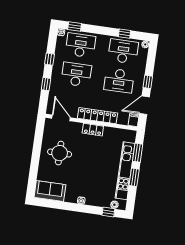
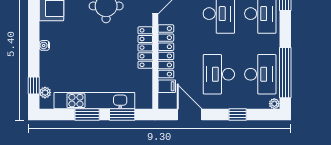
window: (125, 34) -> (285, 73), width x3.17
window: (148, 82) -> (238, 115), moved
filing cabinet: (134, 120) -> (167, 86), moved
locker: (93, 130) -> (145, 48), width x1.53

